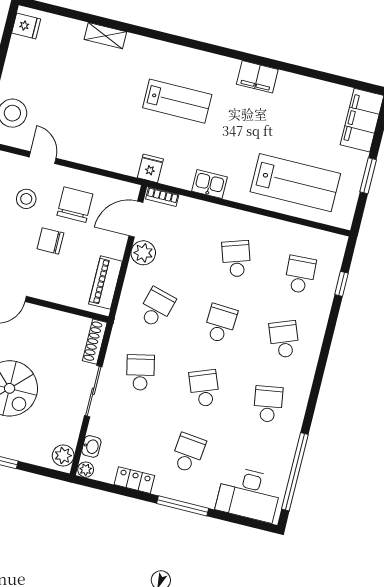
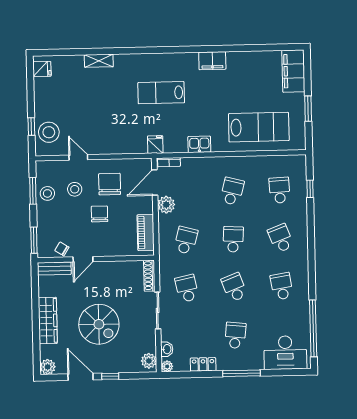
lab bench: (177, 101) -> (161, 93), turned 180
chair: (50, 241) -> (99, 214), turned 90
school desk: (236, 259) -> (232, 191), turned 33

